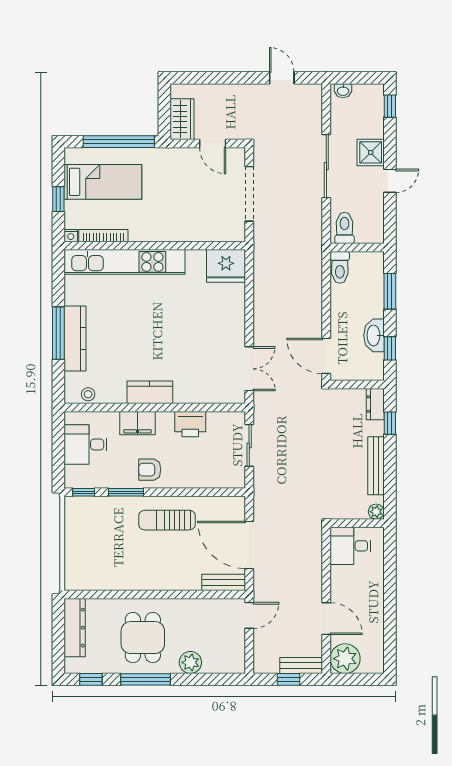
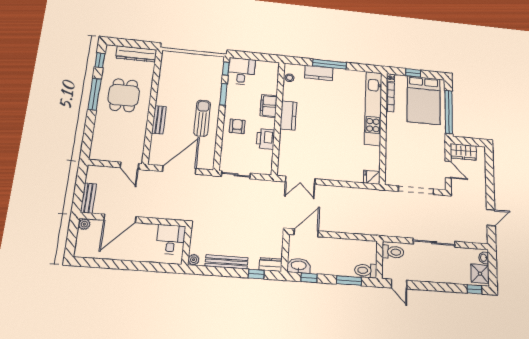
door: (213, 143) -> (448, 170), swing flipped
shower: (371, 152) -> (480, 274), moved
door: (390, 181) -> (399, 284), moved
bed: (103, 182) -> (424, 100), width x1.50
fridge: (226, 266) -> (372, 177), width x0.53, depth x0.75
toilet: (340, 267) -> (366, 270), moved
washbasin: (374, 335) -> (299, 266), moved
kitchen counter: (75, 338) -> (319, 73), width x0.67
desk: (86, 444) -> (241, 71), moved
sliding door: (249, 445) -> (236, 175), moved
armchair: (150, 470) -> (237, 126), moved
bench: (224, 582) -> (159, 120), moved
door: (326, 619) -> (120, 218), width x1.36
dining table: (143, 638) -> (124, 95), turned 90
plant: (345, 659) -> (84, 224), width x0.53, depth x0.53
plant: (190, 662) -> (102, 124), removed
window: (288, 679) -> (80, 189), removed

